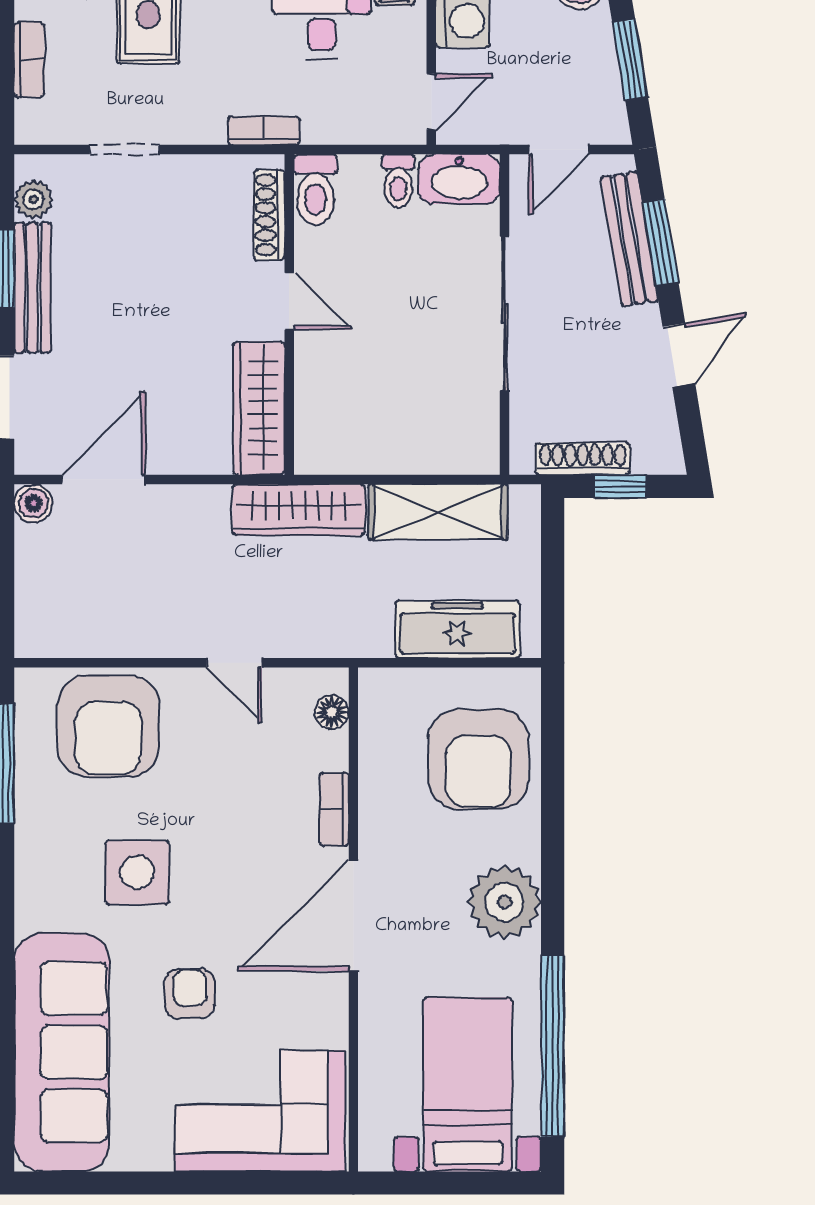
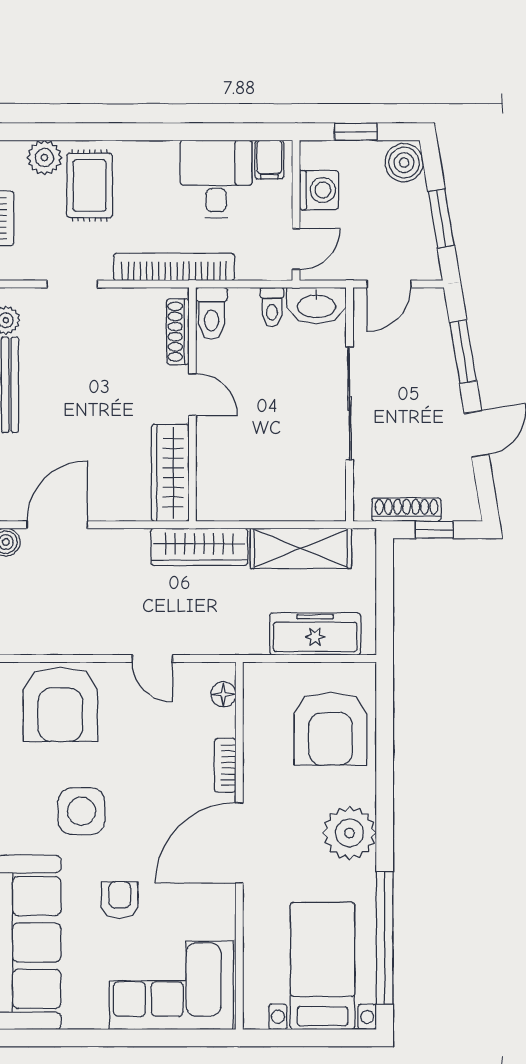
bookcase: (264, 131) -> (174, 267), width x2.31, depth x1.31
bench: (629, 239) -> (441, 349), removed

